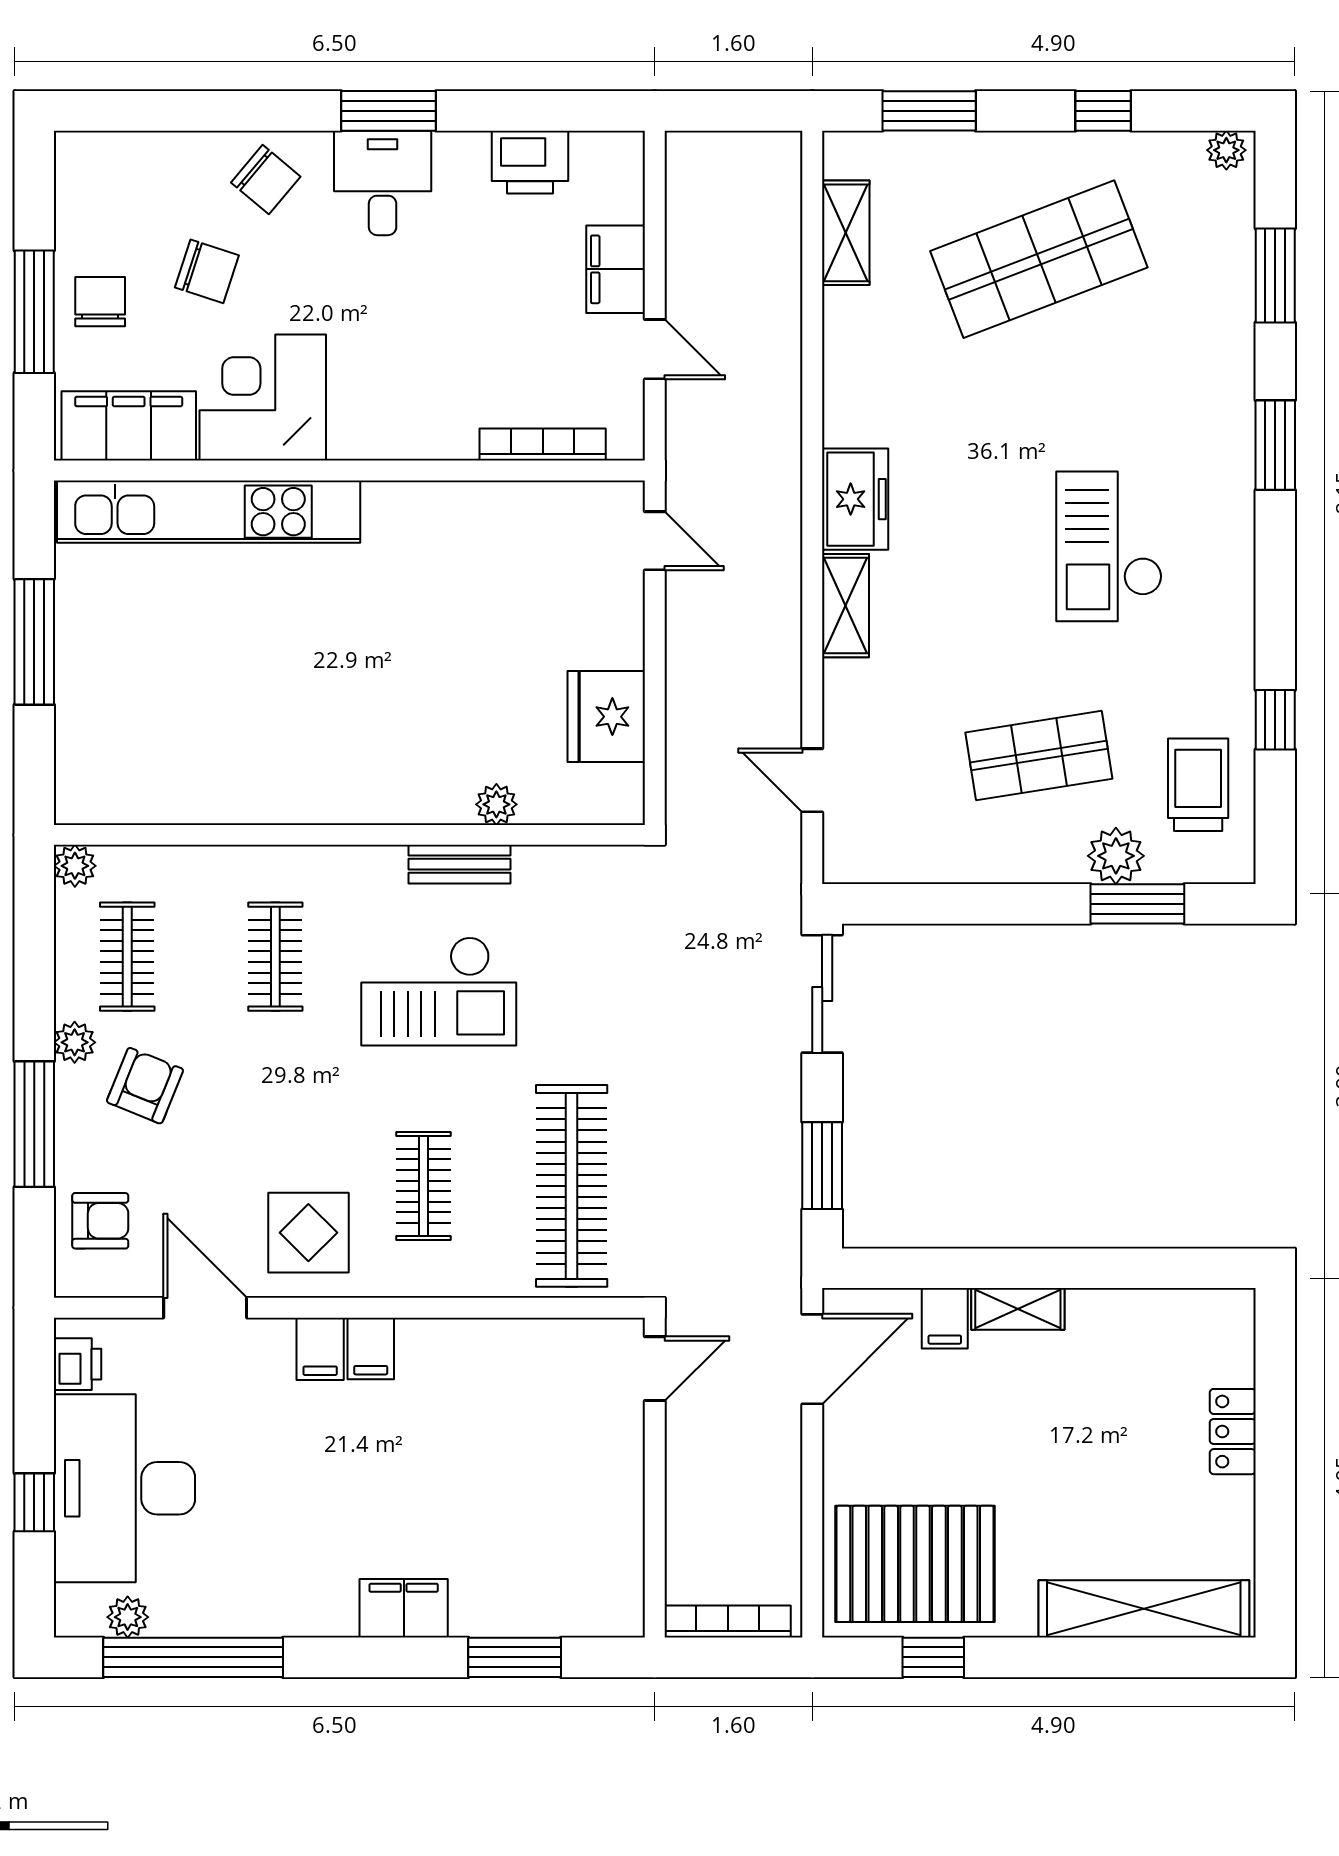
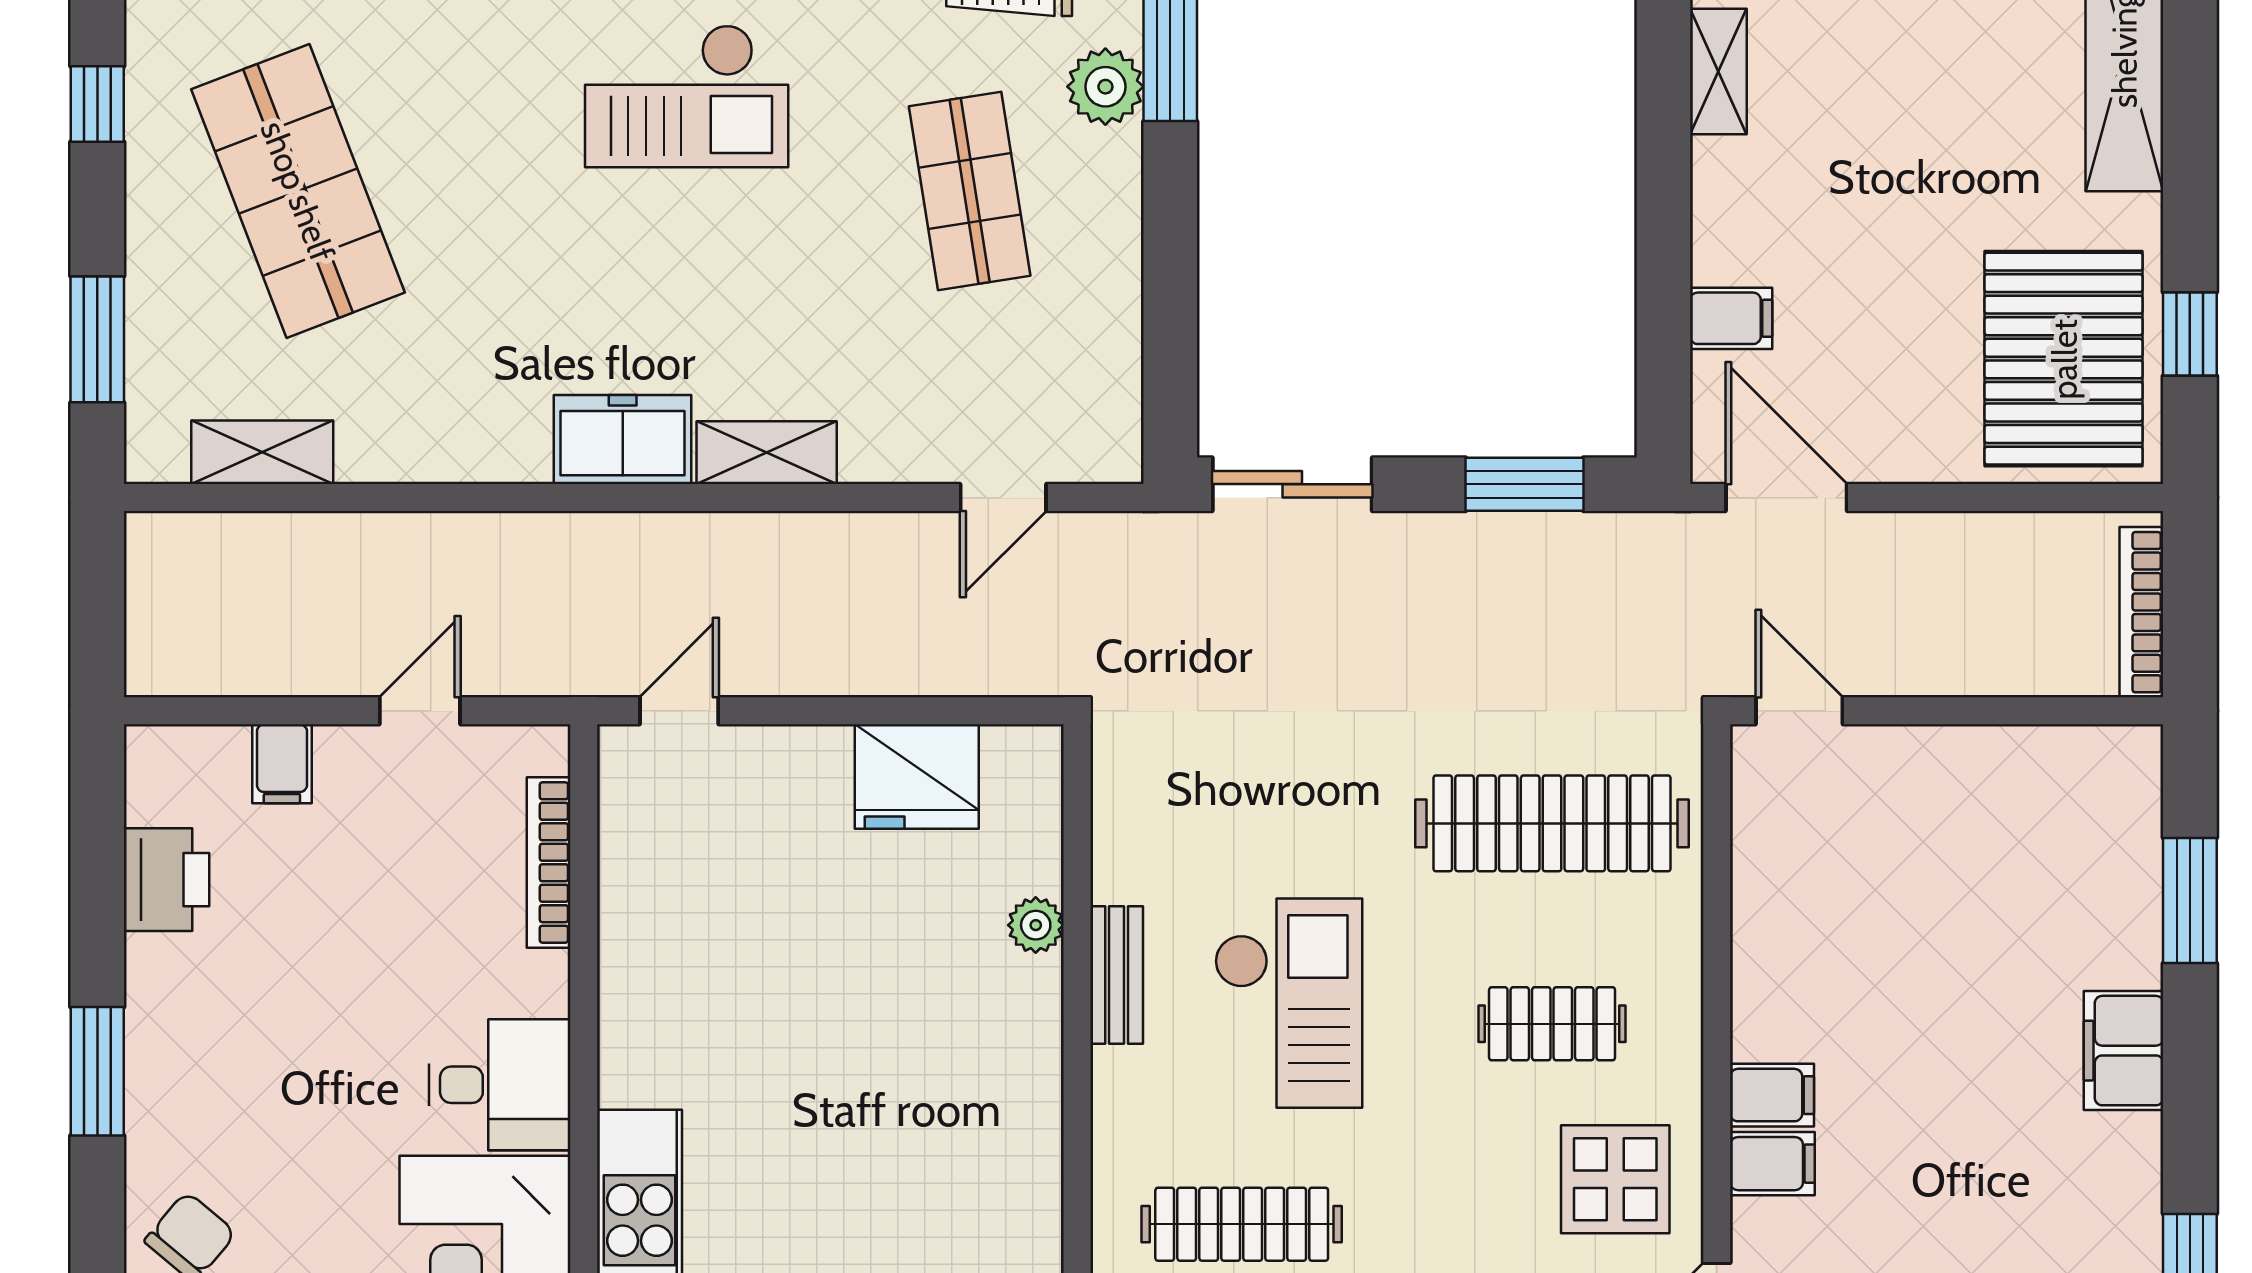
desk: (383, 183) -> (500, 1085), moved, turned 180
filing cabinet: (616, 269) -> (282, 764), width x0.50
clothes rail: (275, 957) -> (1242, 1224), width x1.36
shelving: (1018, 1309) -> (1718, 71), moved

